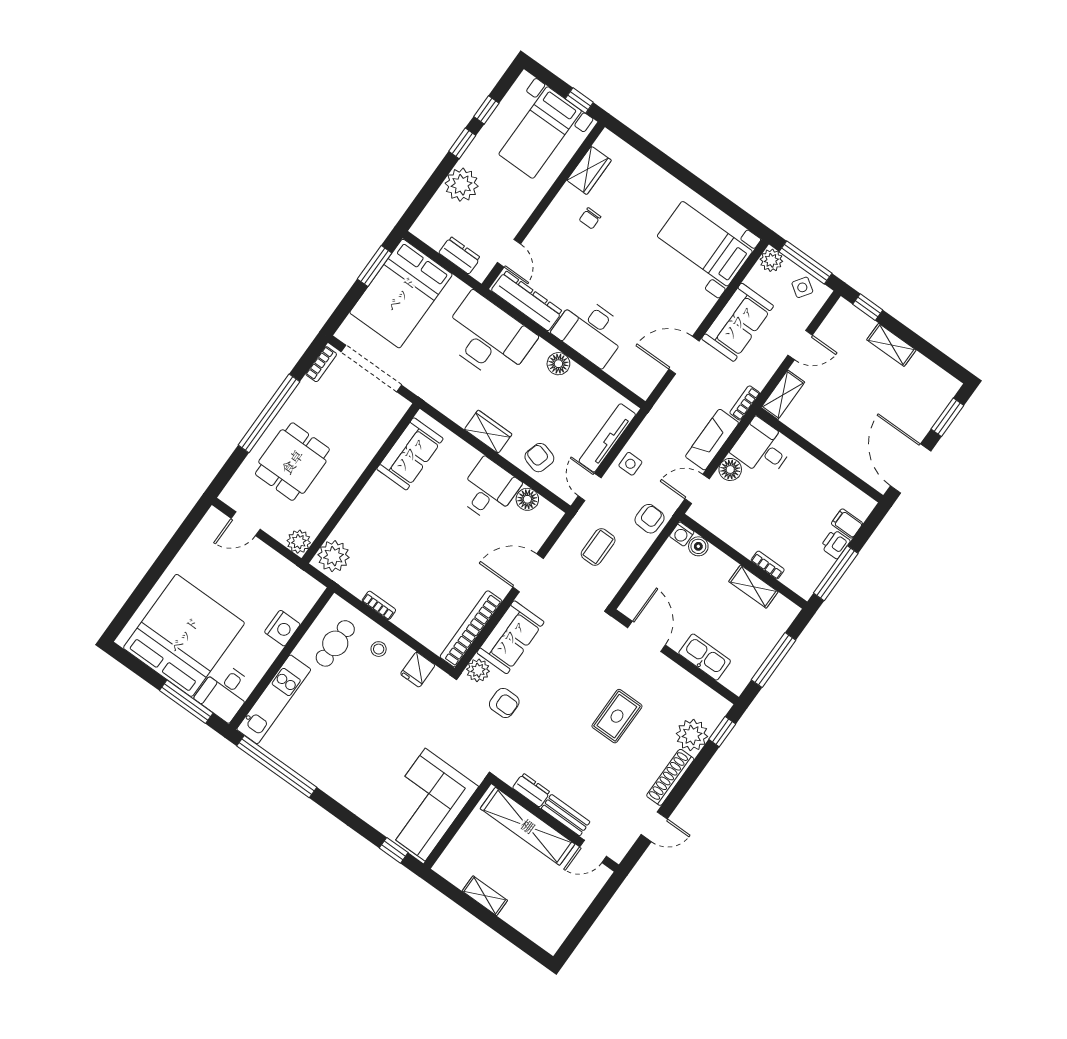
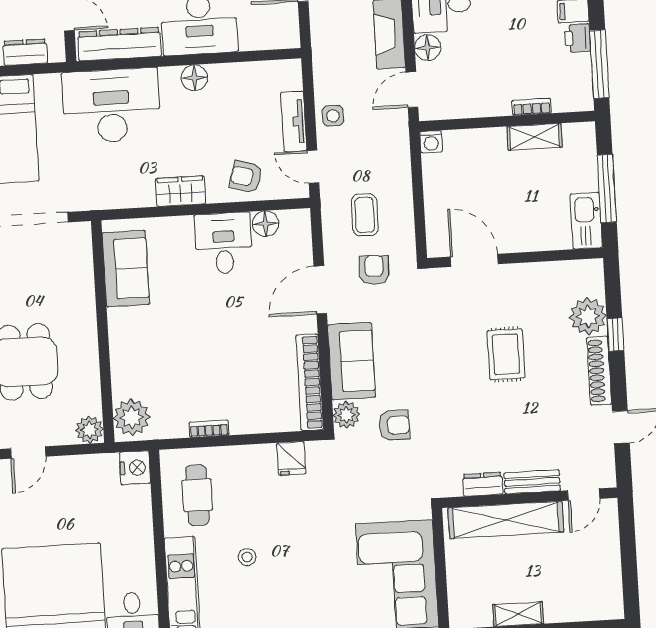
tv unit: (607, 438) -> (294, 121), width x0.71
armchair: (650, 519) -> (374, 270), moved
boiler: (698, 546) -> (455, 141), removed
nightstand: (282, 628) -> (135, 468), moved
stool: (379, 649) -> (247, 557), moved
kitchen sink: (705, 657) -> (586, 221), moved, turned -90
window: (722, 732) -> (615, 335), moved

